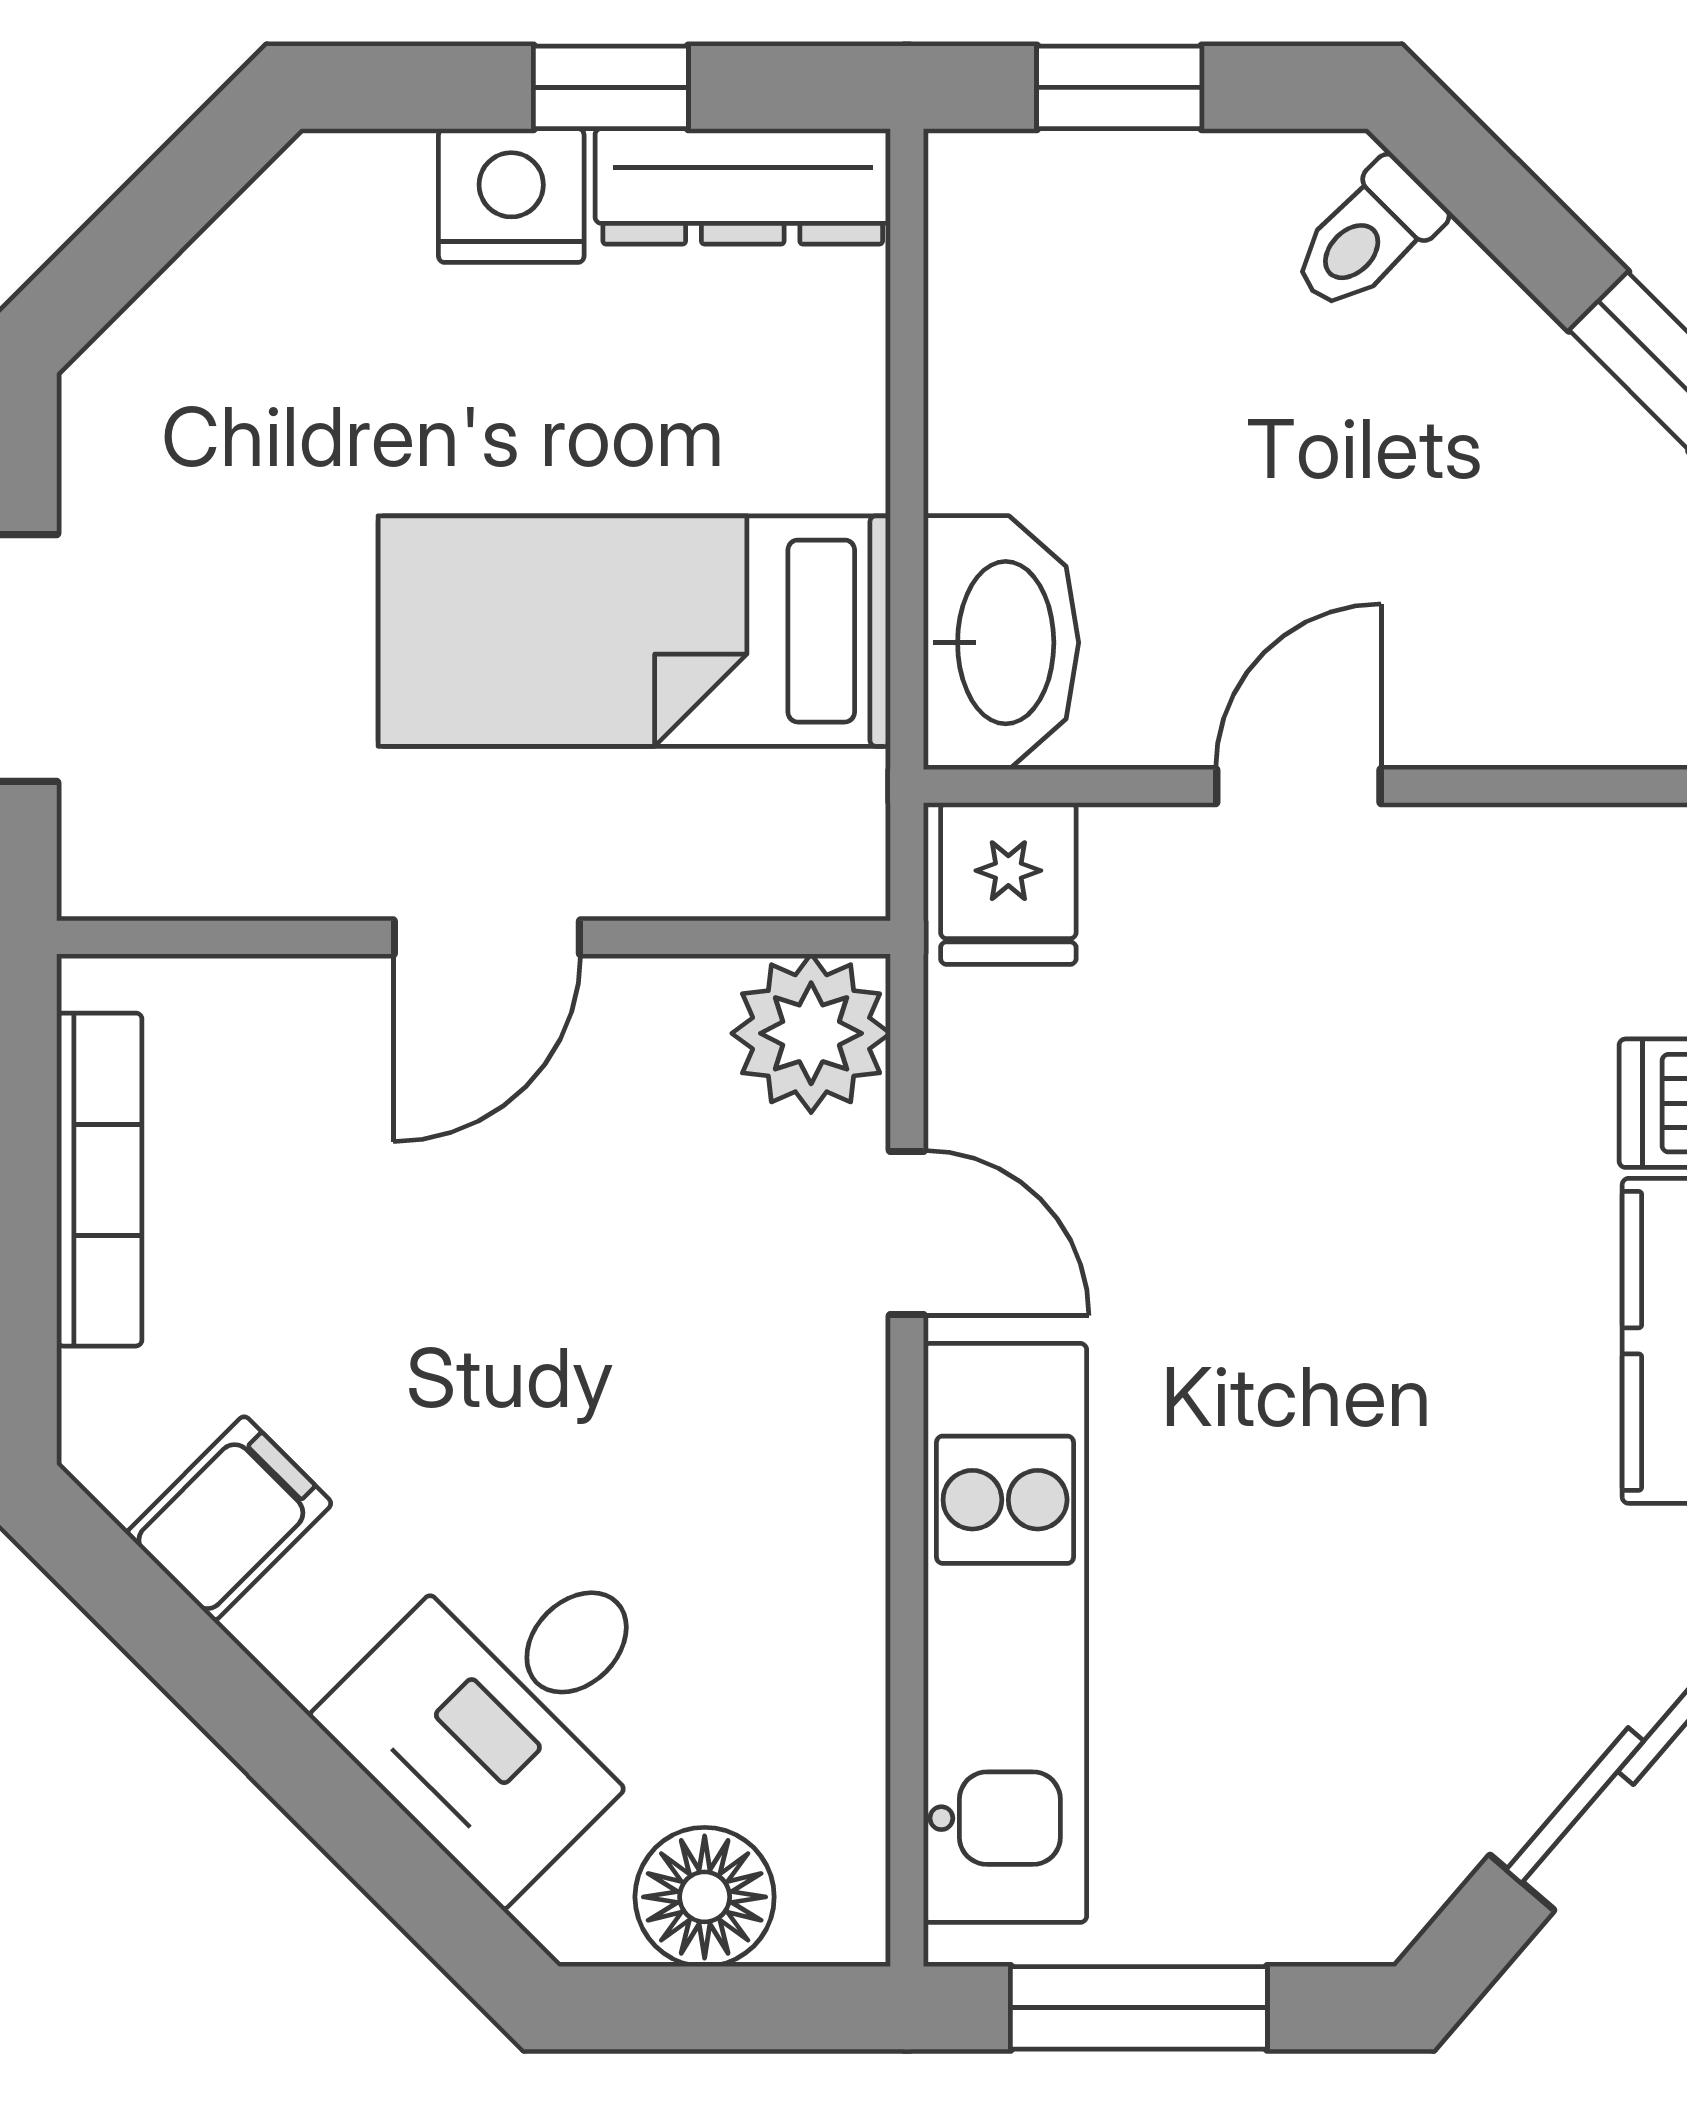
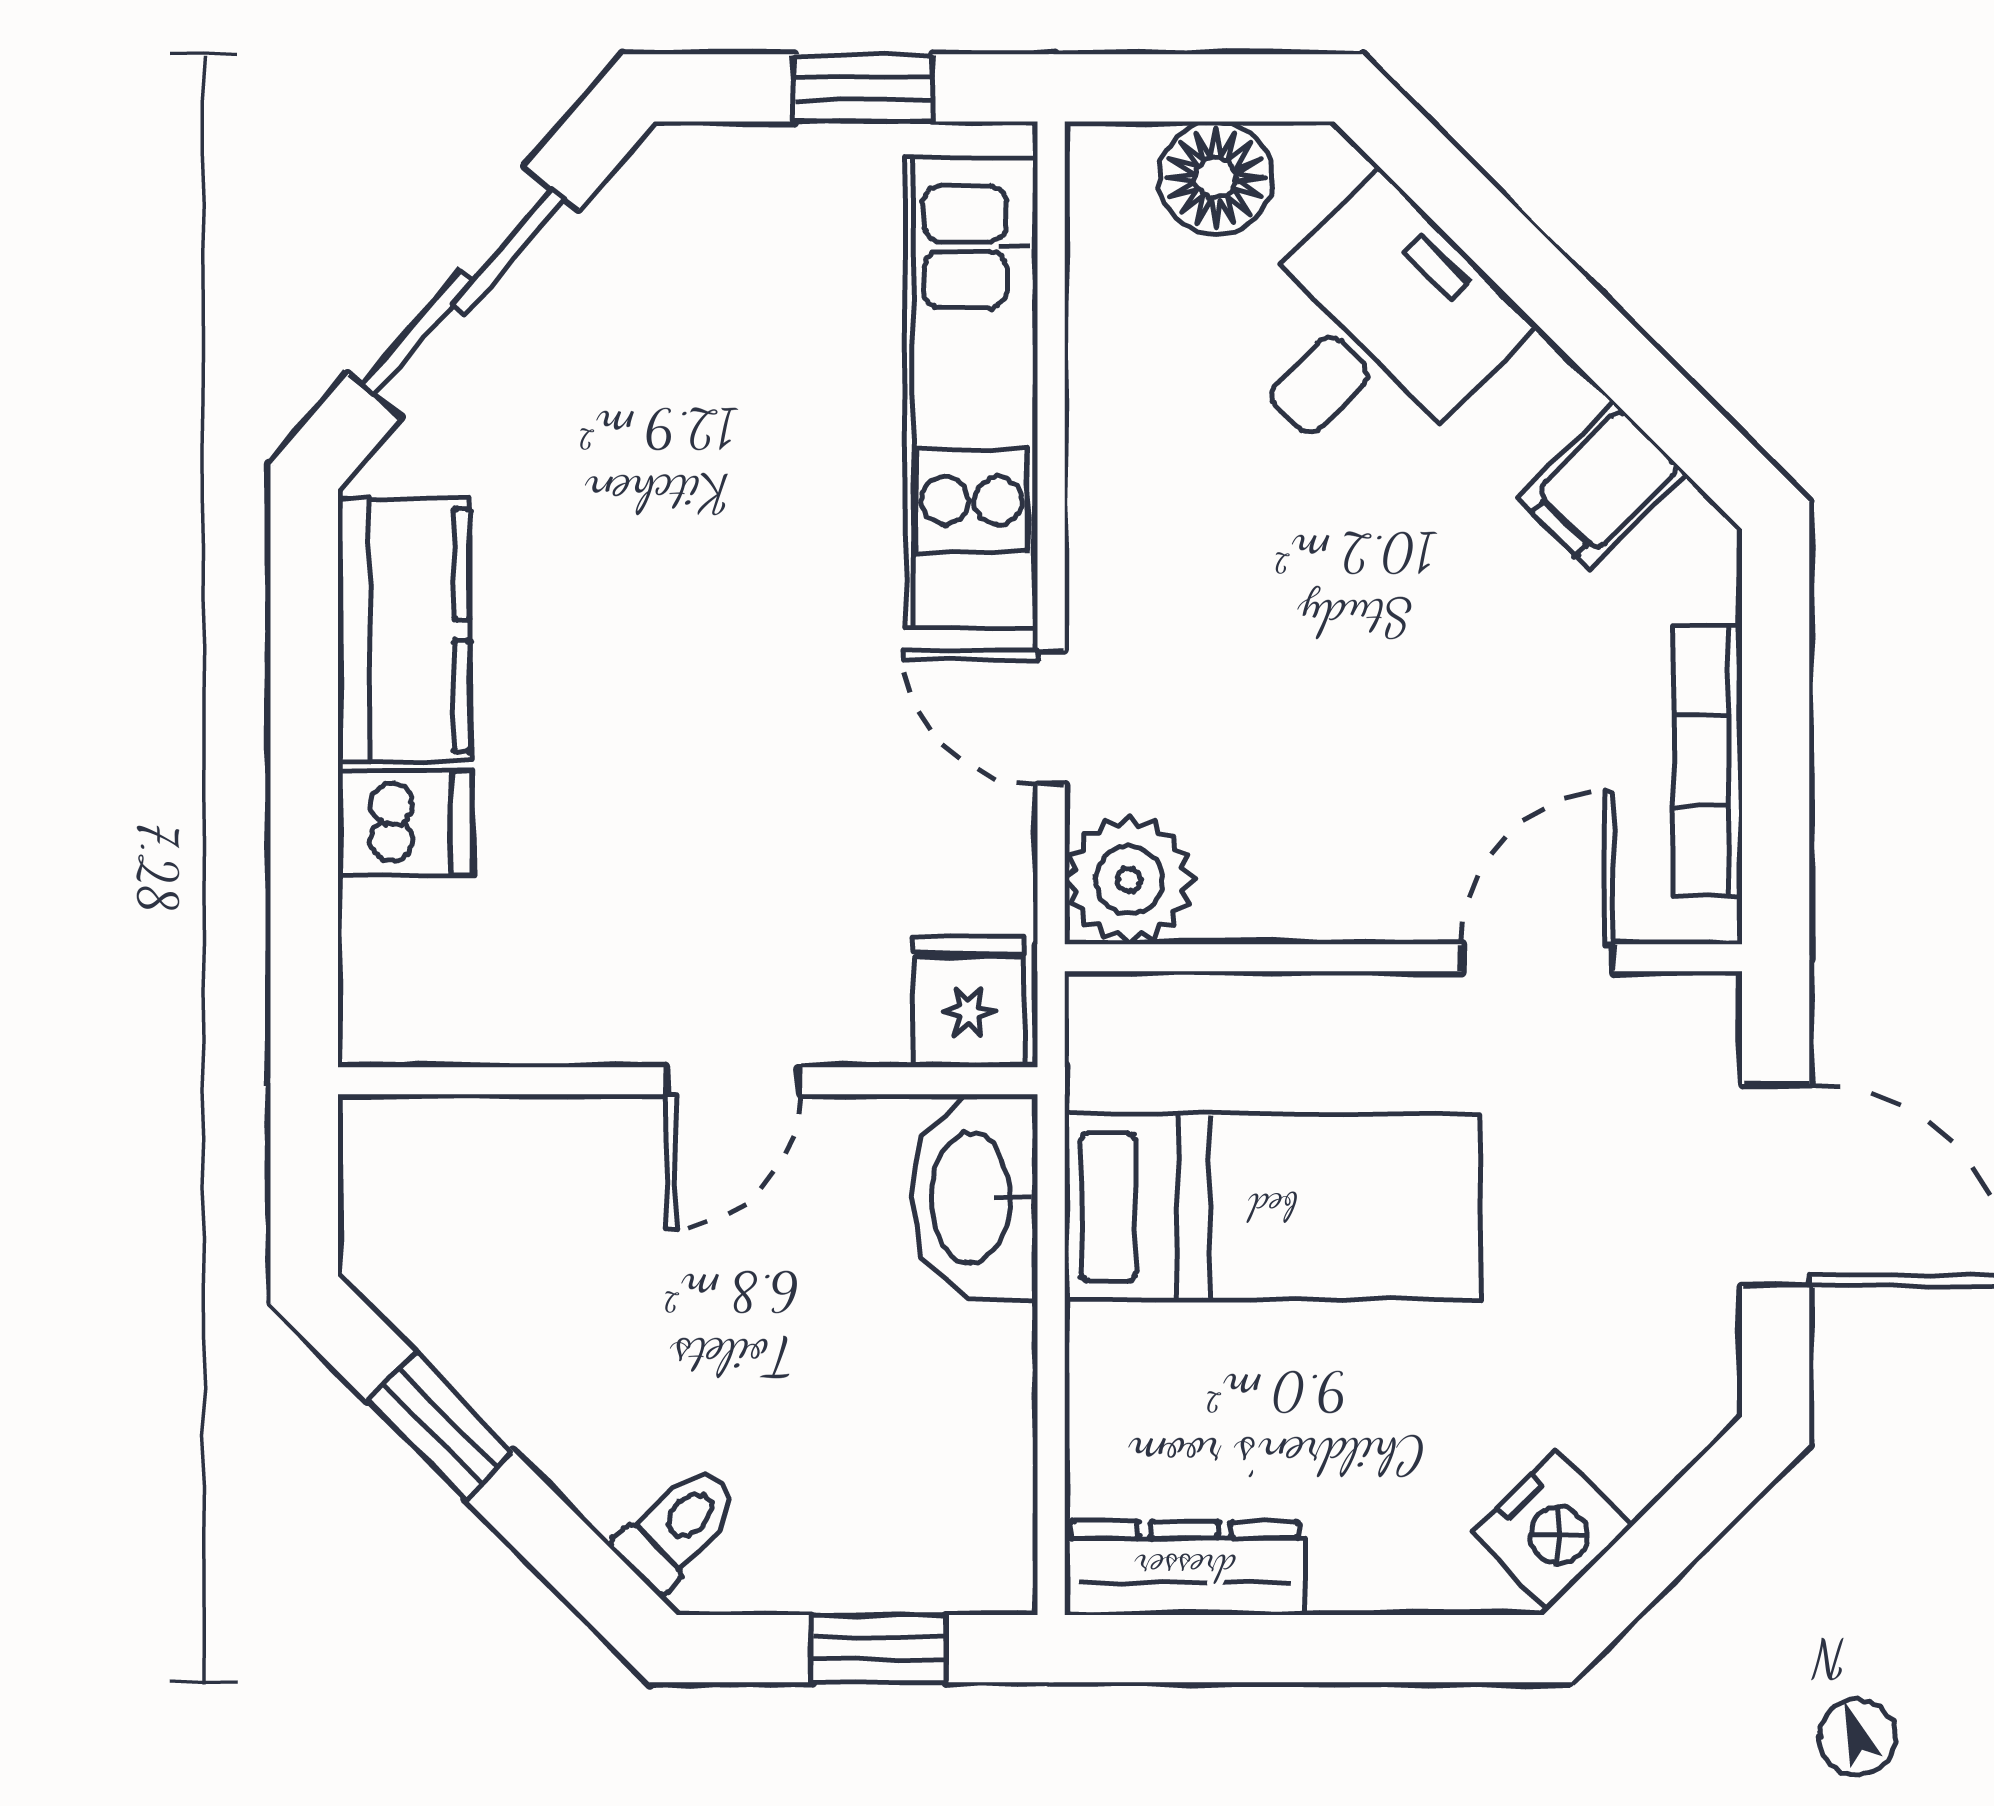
window: (611, 87) -> (1292, 1649), removed
nightstand: (511, 196) -> (1552, 1529), moved, turned -45
door: (487, 937) -> (1538, 958), moved
window: (1139, 2008) -> (863, 88), width x0.67

